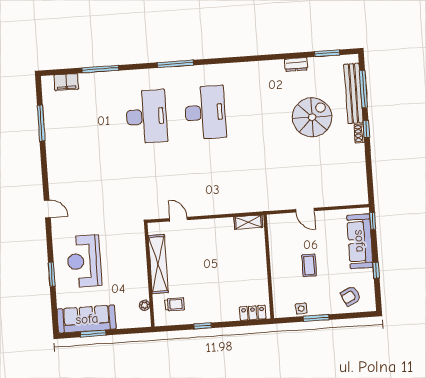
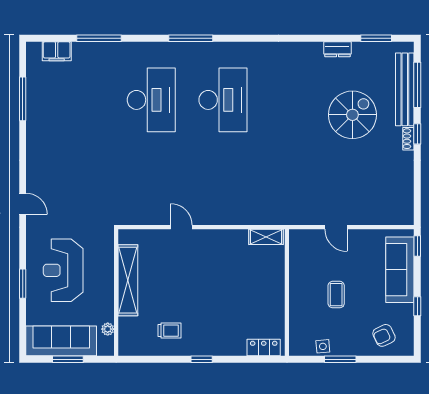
shelving: (158, 264) -> (128, 280), moved
wall: (149, 275) -> (116, 293), moved
plant: (145, 305) -> (108, 329), moved

